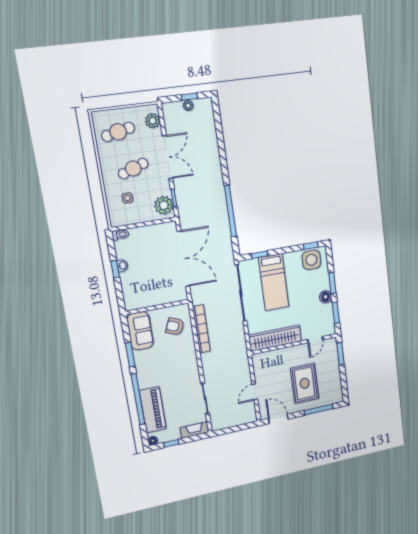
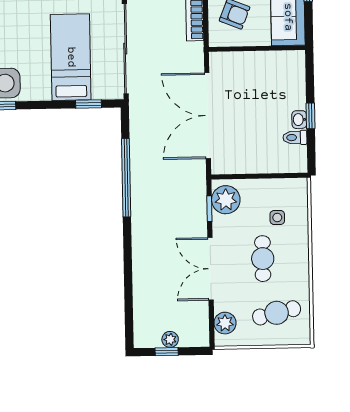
cafe table: (133, 169) -> (263, 259), turned -70
toilet: (120, 235) -> (295, 138), moved

